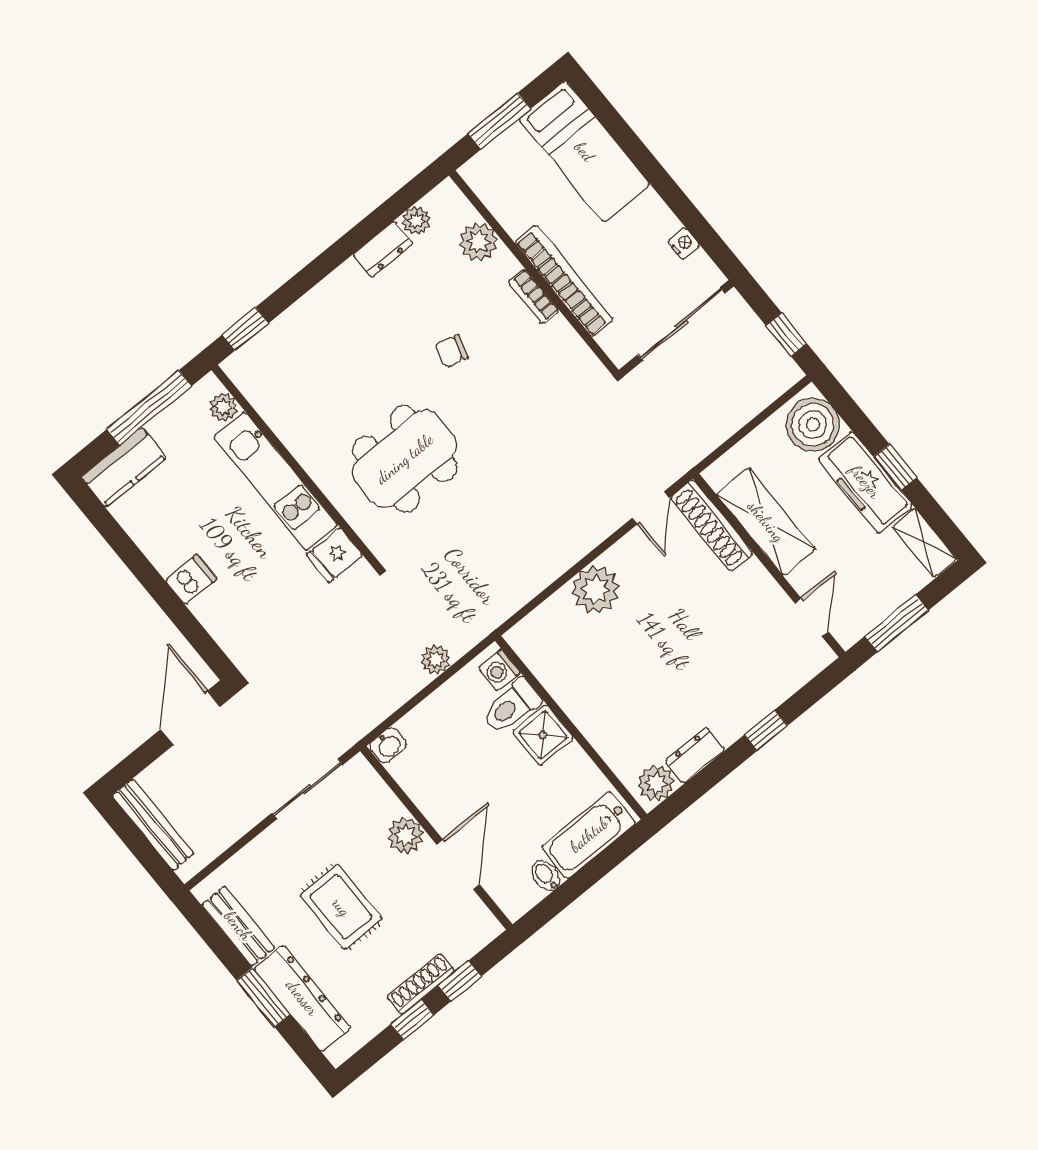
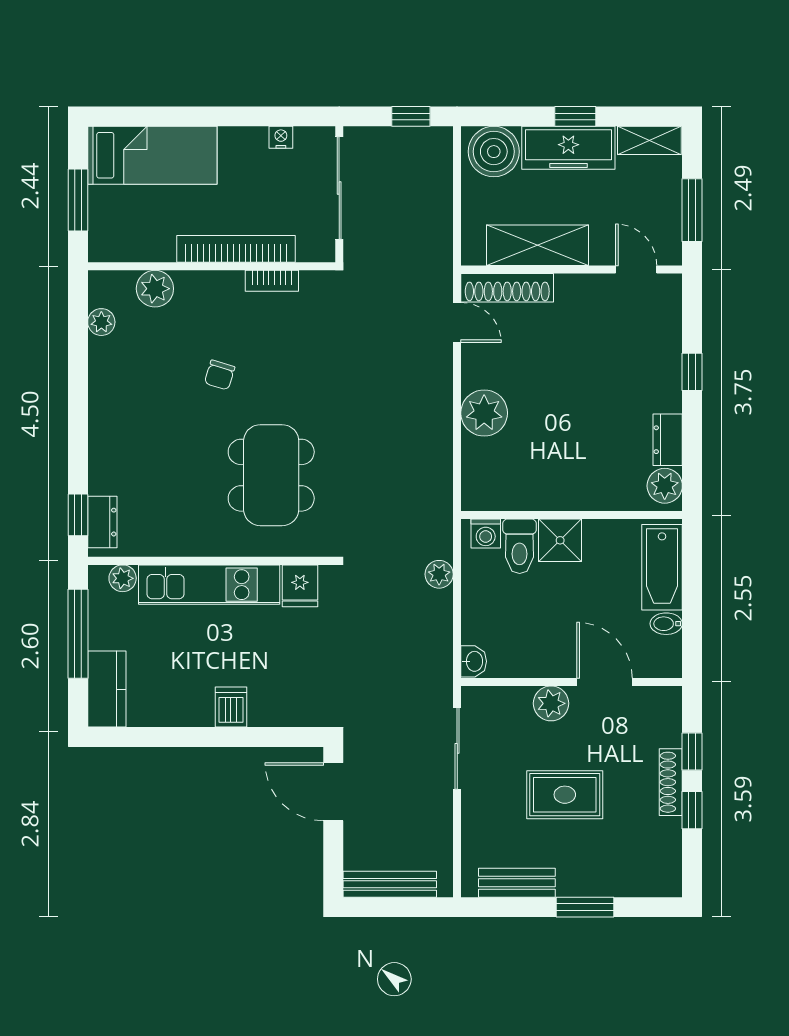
dresser: (383, 249) -> (102, 522), moved
bookcase: (534, 296) -> (272, 281), moved
dresser: (302, 998) -> (610, 879), removed

